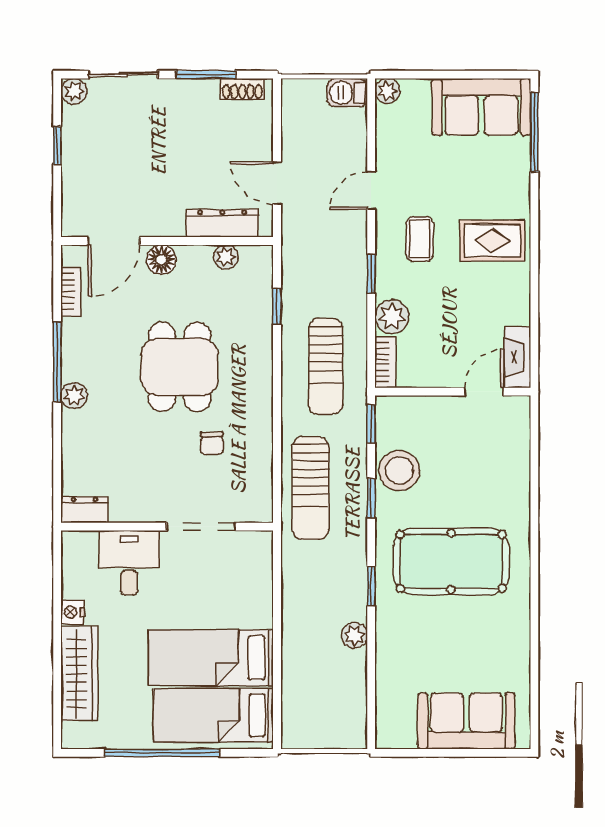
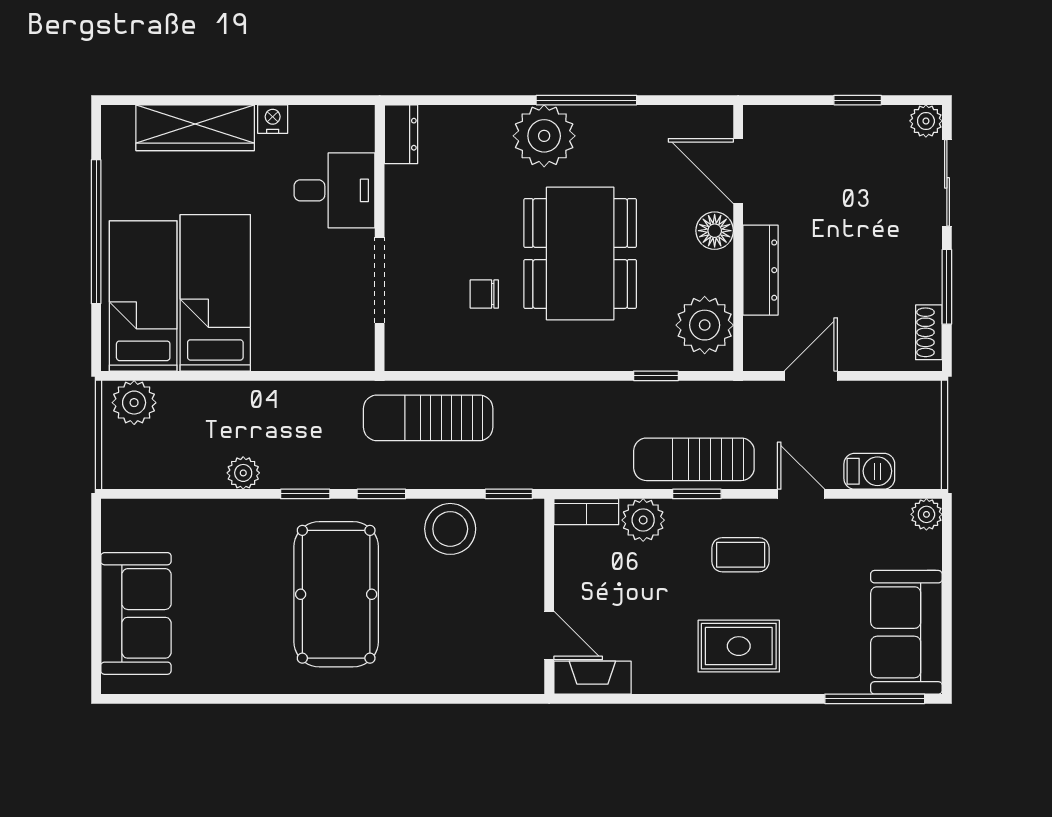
barbecue: (347, 93) -> (869, 471), moved, turned 90
dresser: (222, 223) -> (760, 270), moved
rug: (492, 240) -> (739, 646), turned 90
plant: (226, 257) -> (705, 325), width x1.88, depth x1.88
bookcase: (71, 291) -> (675, 117), removed
sun lounger: (326, 366) -> (694, 459), moved
dining table: (180, 367) -> (580, 253), width x1.38
plant: (74, 396) -> (544, 136), width x1.87, depth x1.87
window: (371, 499) -> (381, 494), moved
plant: (298, 722) -> (134, 403), added

